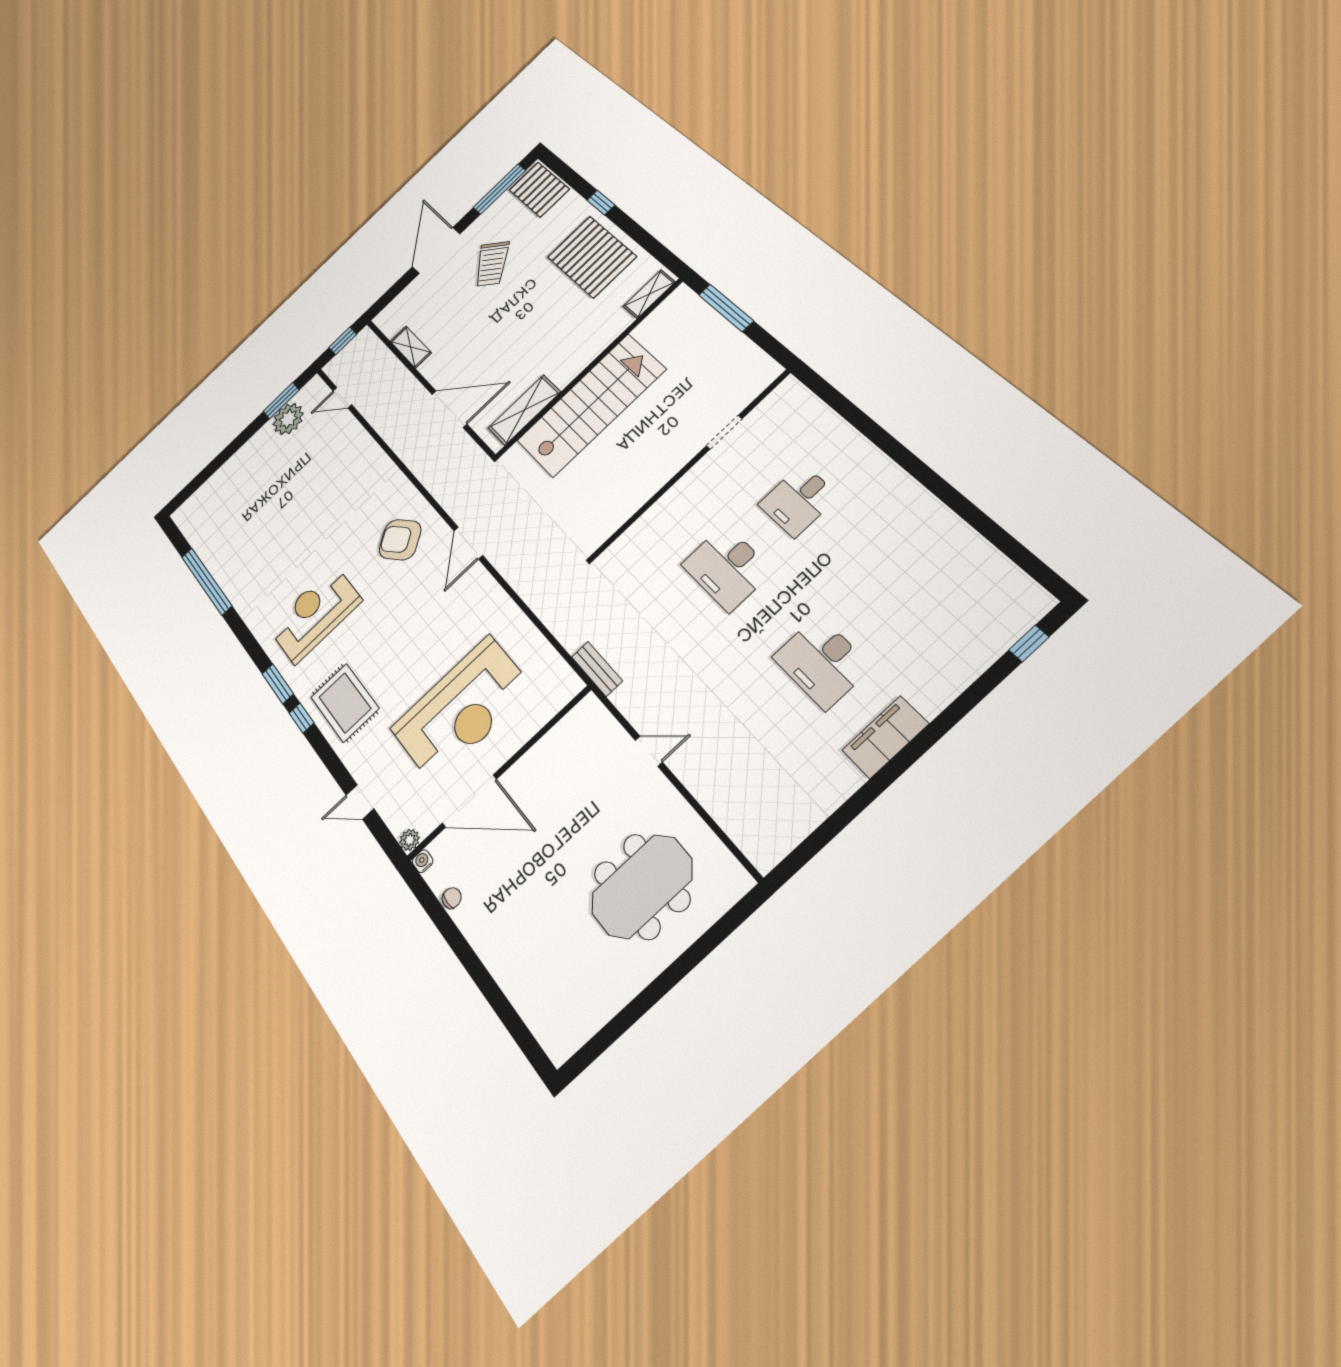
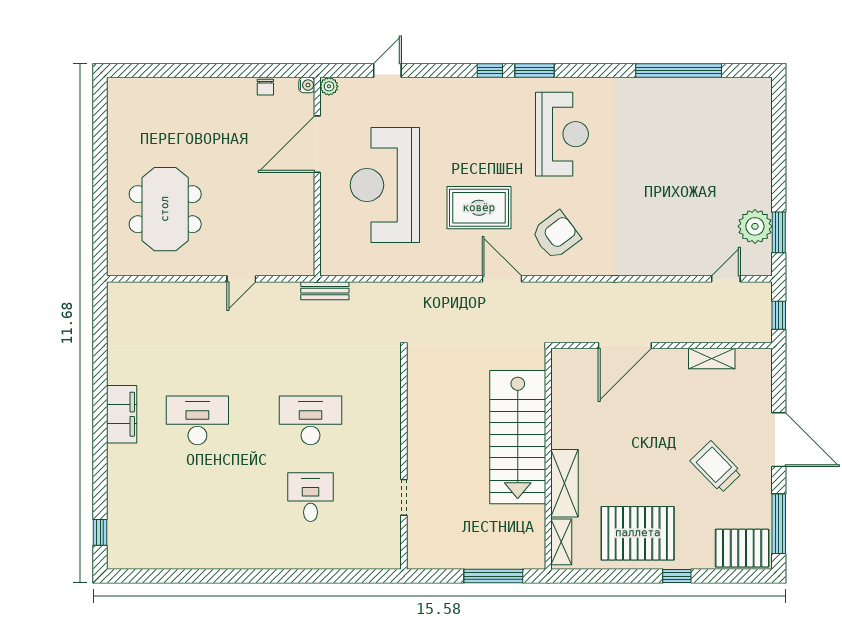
shelving: (524, 410) -> (564, 483), moved
rug: (345, 703) -> (479, 208), moved

